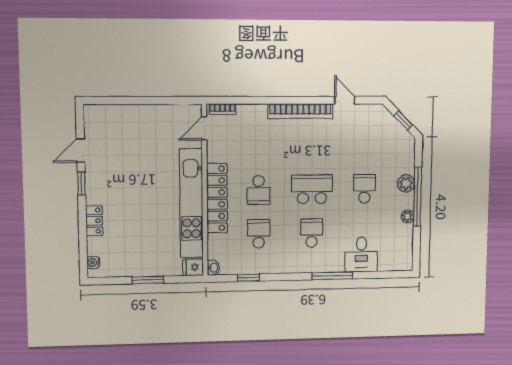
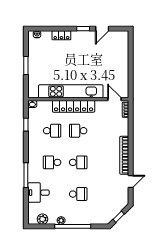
door: (81, 150) -> (102, 29), swing flipped
plant: (406, 184) -> (43, 219), moved
school desk: (312, 189) -> (78, 162), width x0.54
school desk: (312, 233) -> (52, 162), turned 180
fridge: (193, 267) -> (33, 92), removed

